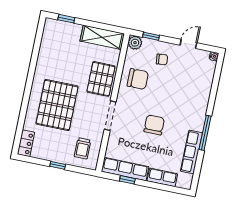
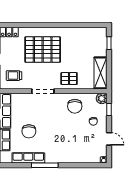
pallet: (101, 79) -> (69, 79), width x0.67, depth x0.71
chair: (154, 125) -> (29, 131), moved, turned 90

